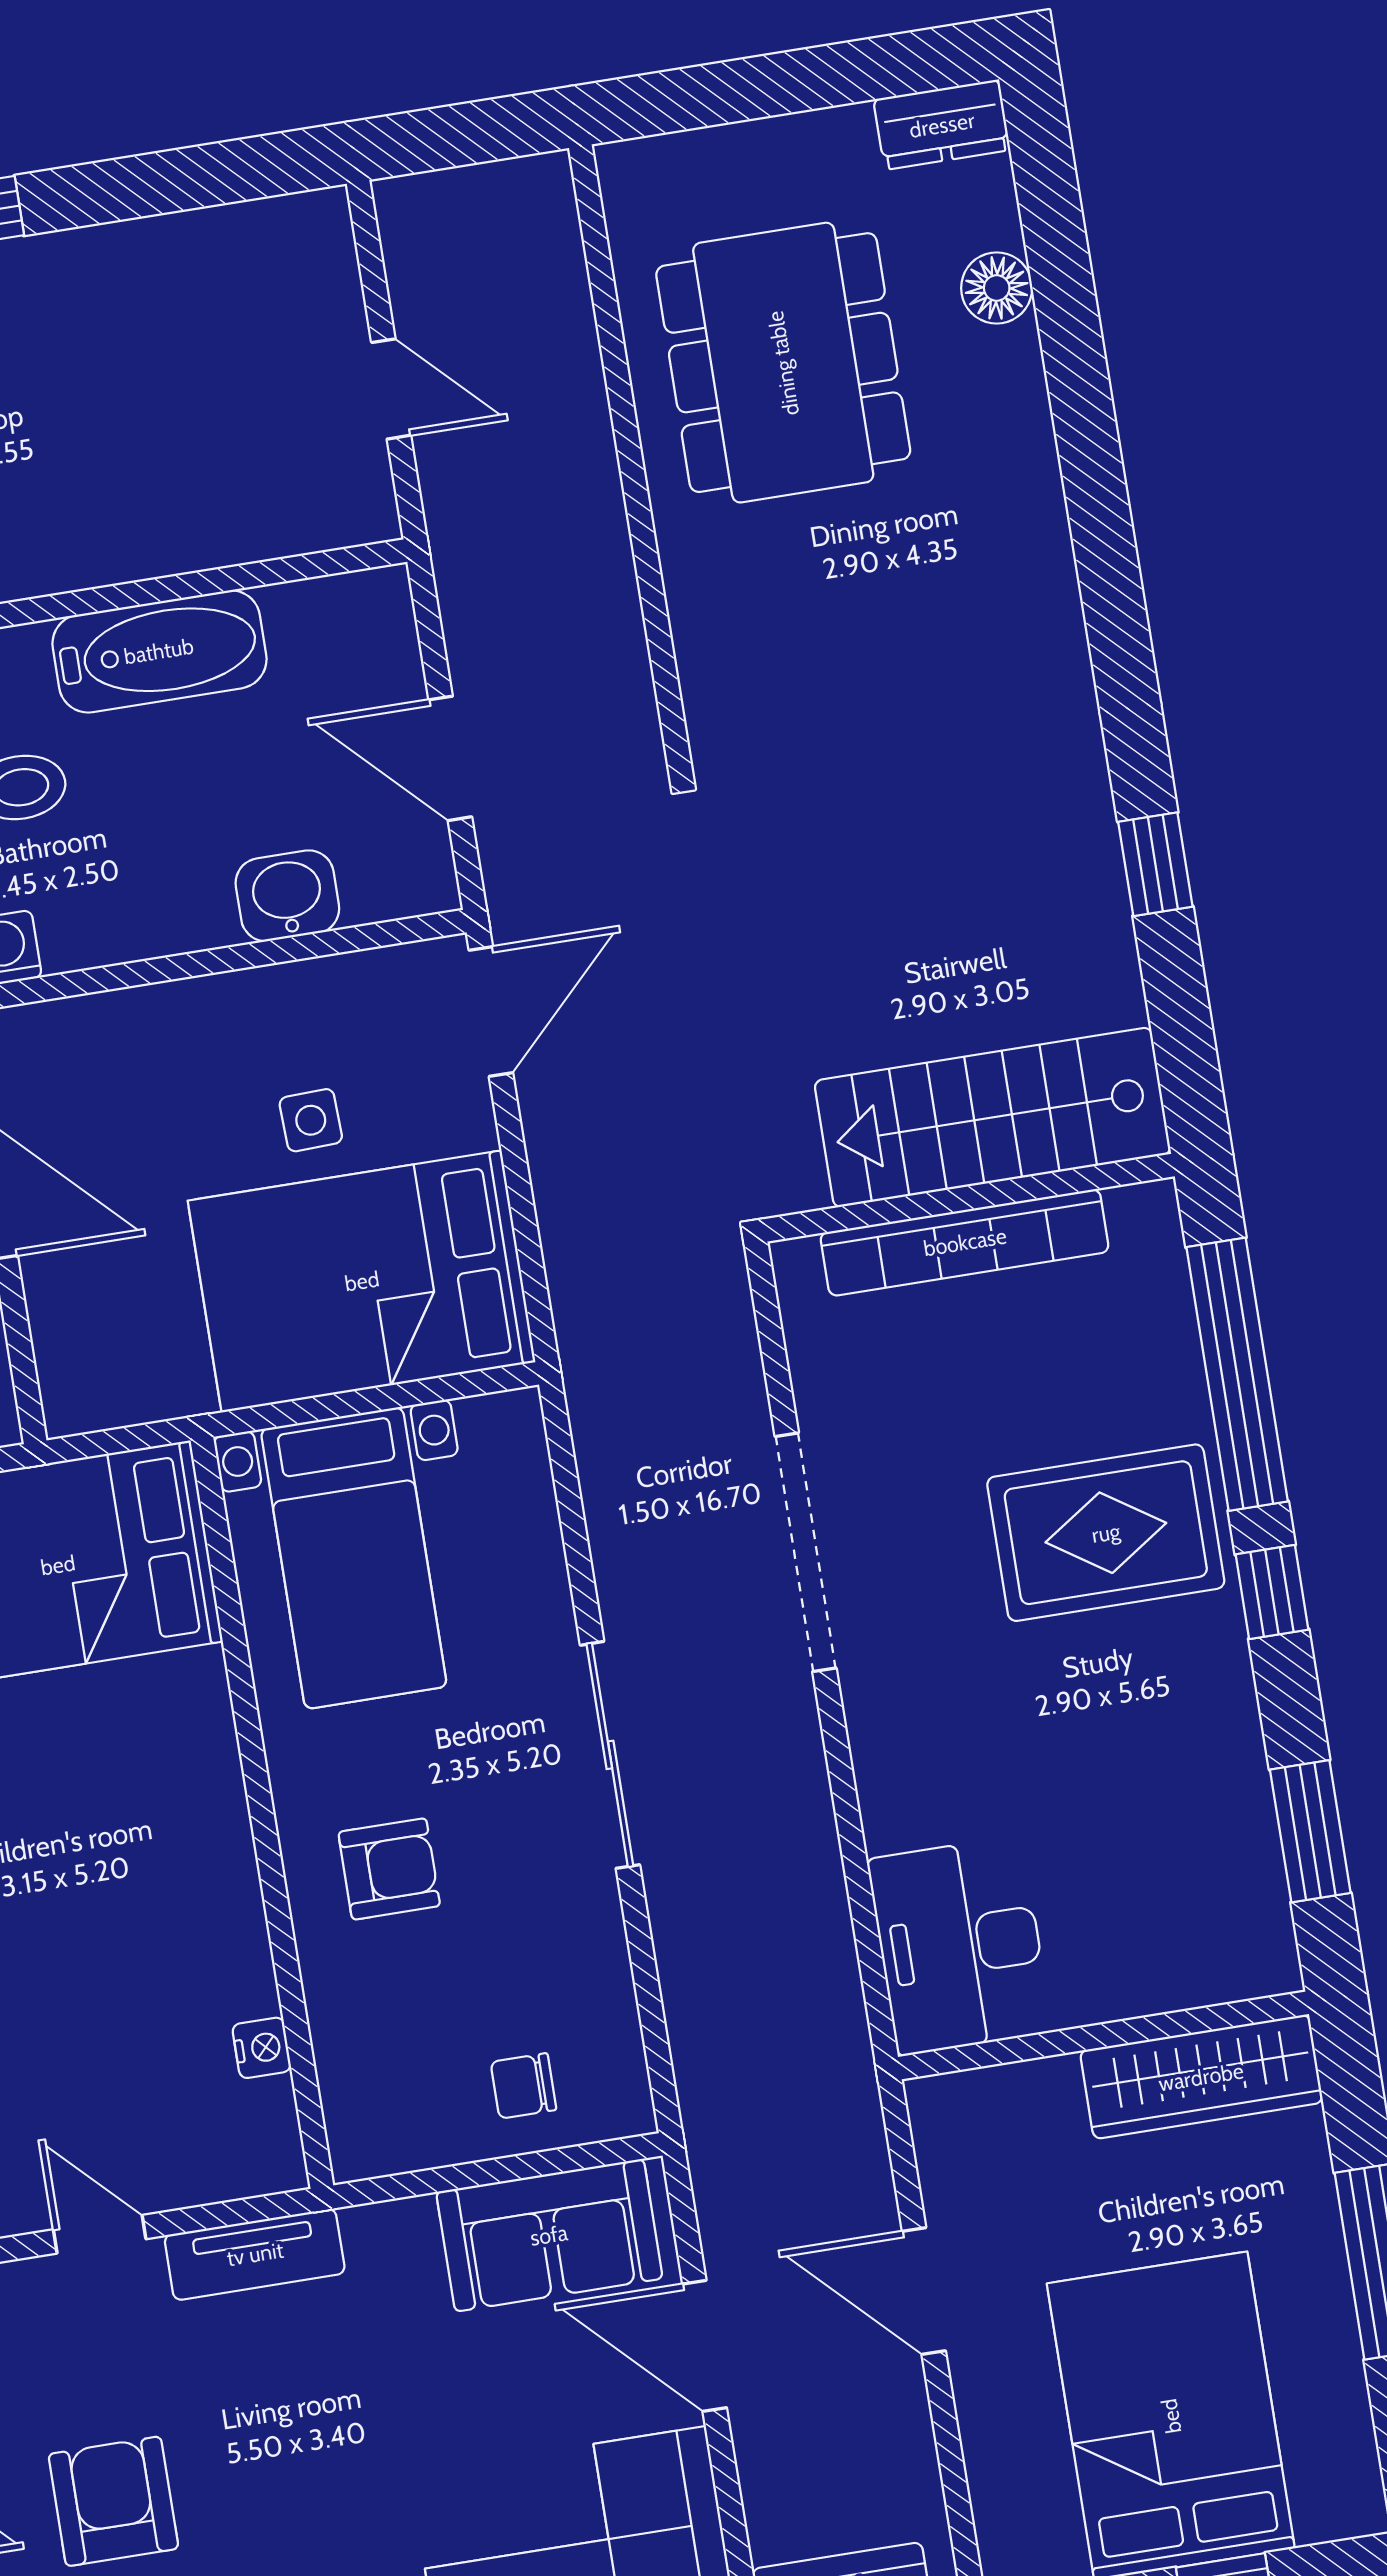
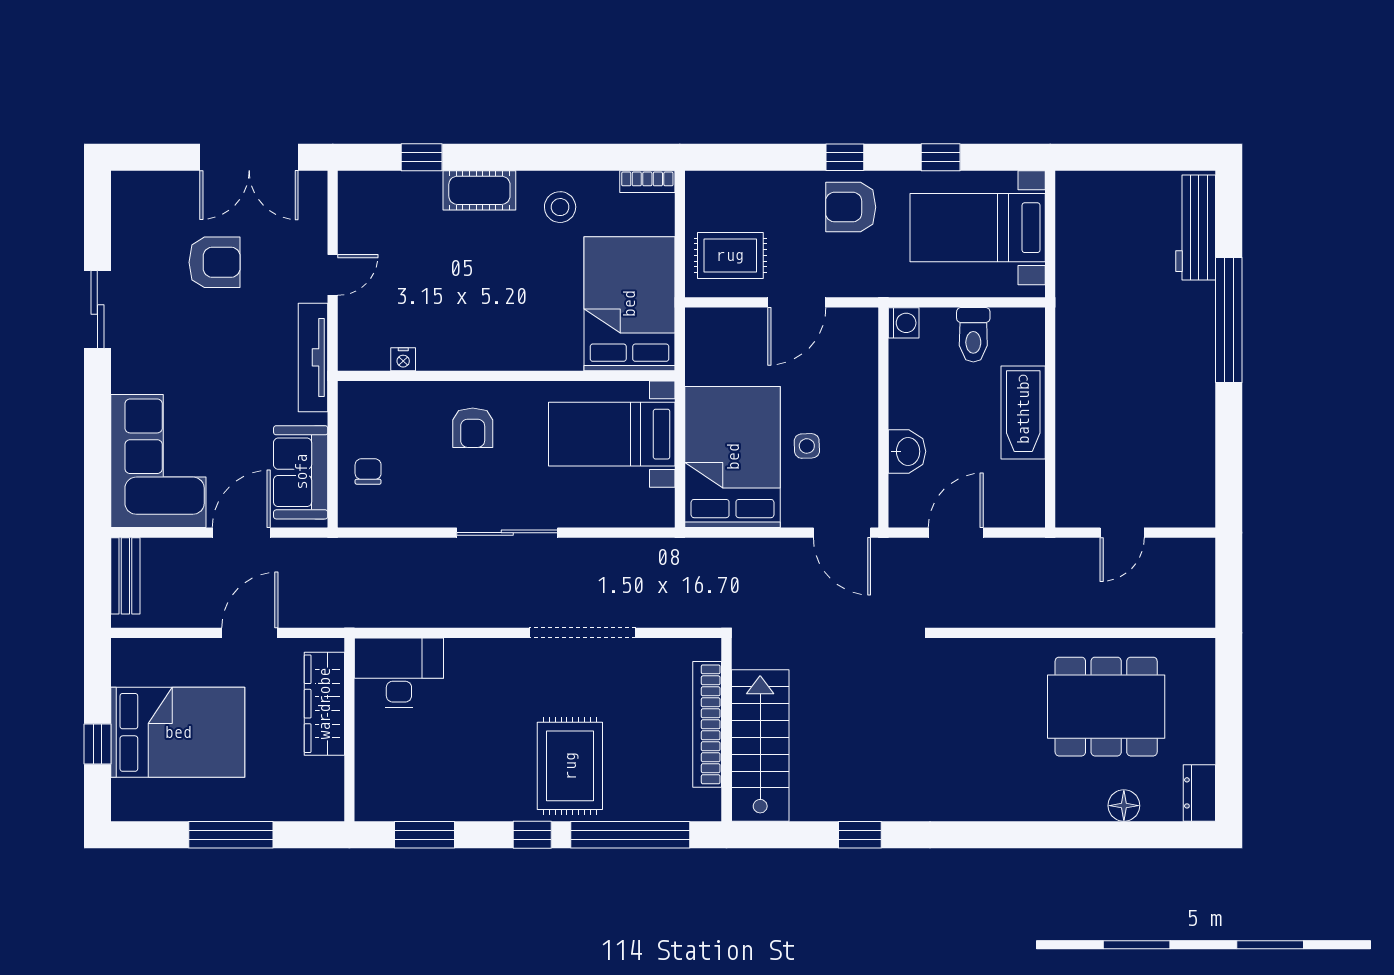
wardrobe: (1201, 2077) -> (324, 704), moved
tv unit: (255, 2254) -> (313, 357), width x1.41

